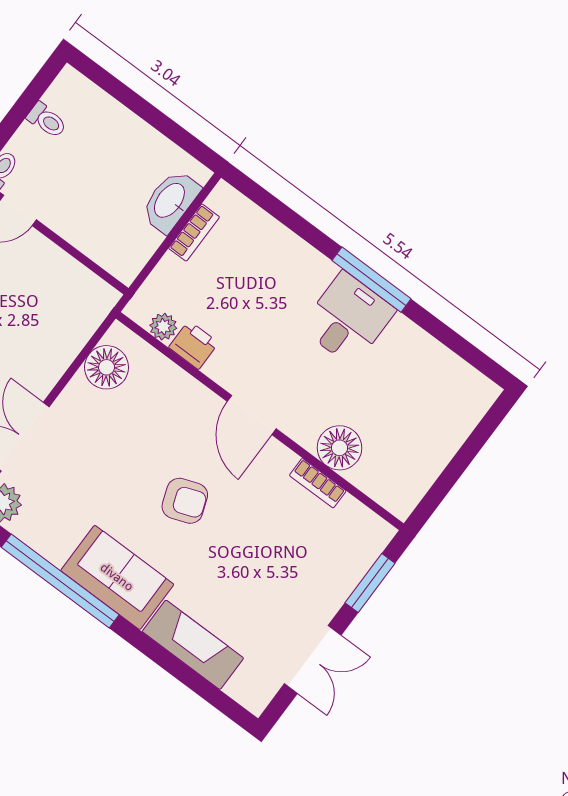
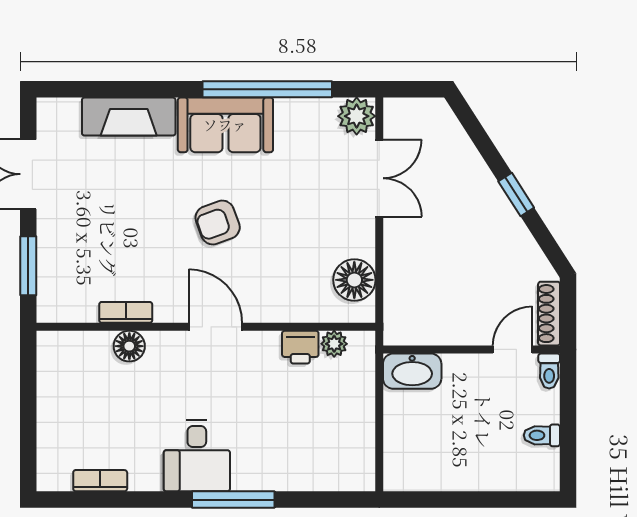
washbasin: (170, 201) -> (412, 371), moved, turned 90
bookcase: (194, 233) -> (100, 481), moved, turned 90
window: (372, 280) -> (233, 500), moved
floor lamp: (339, 448) -> (129, 346), width x0.73, depth x0.73

